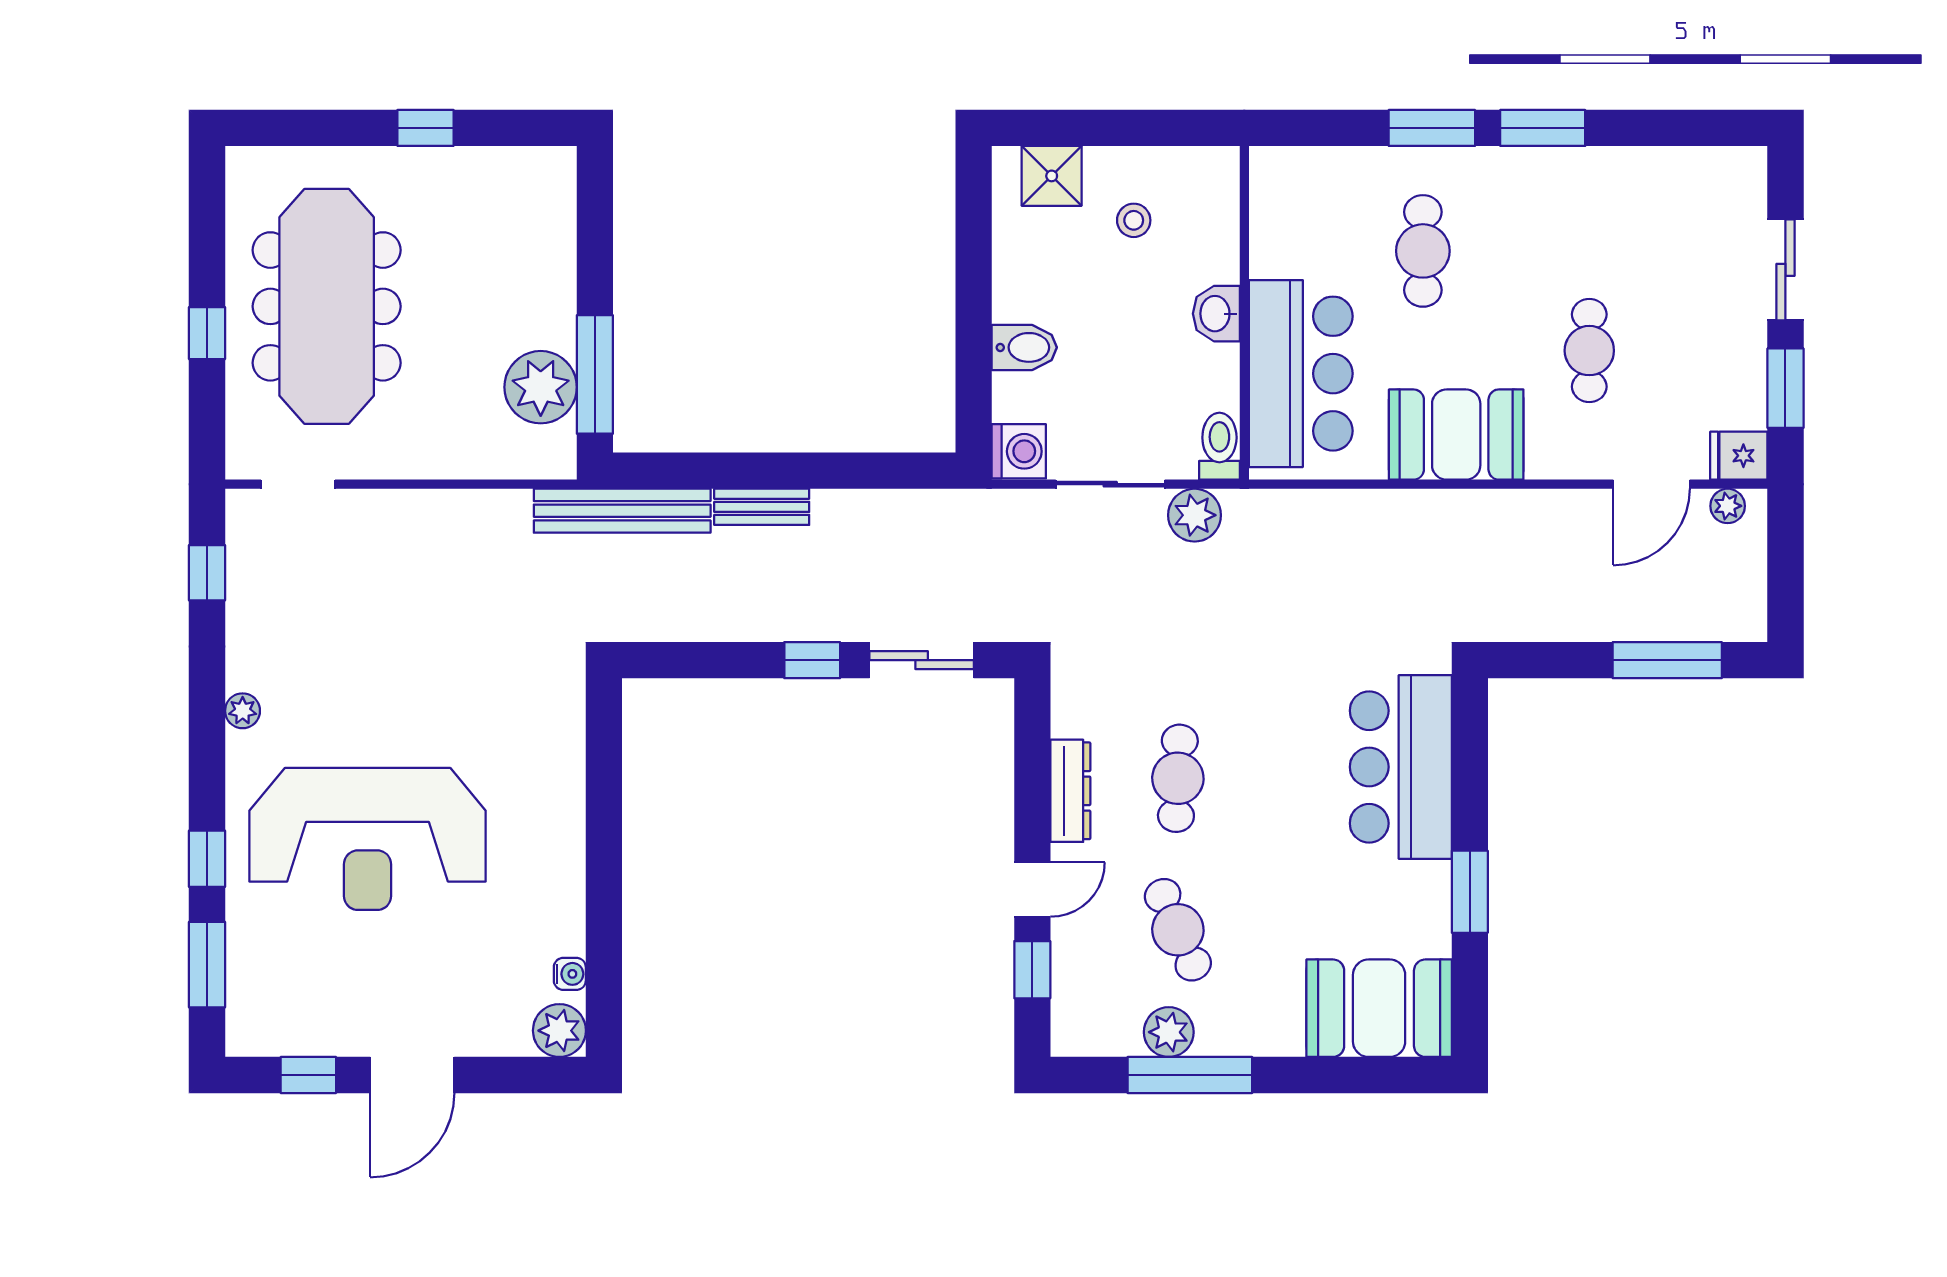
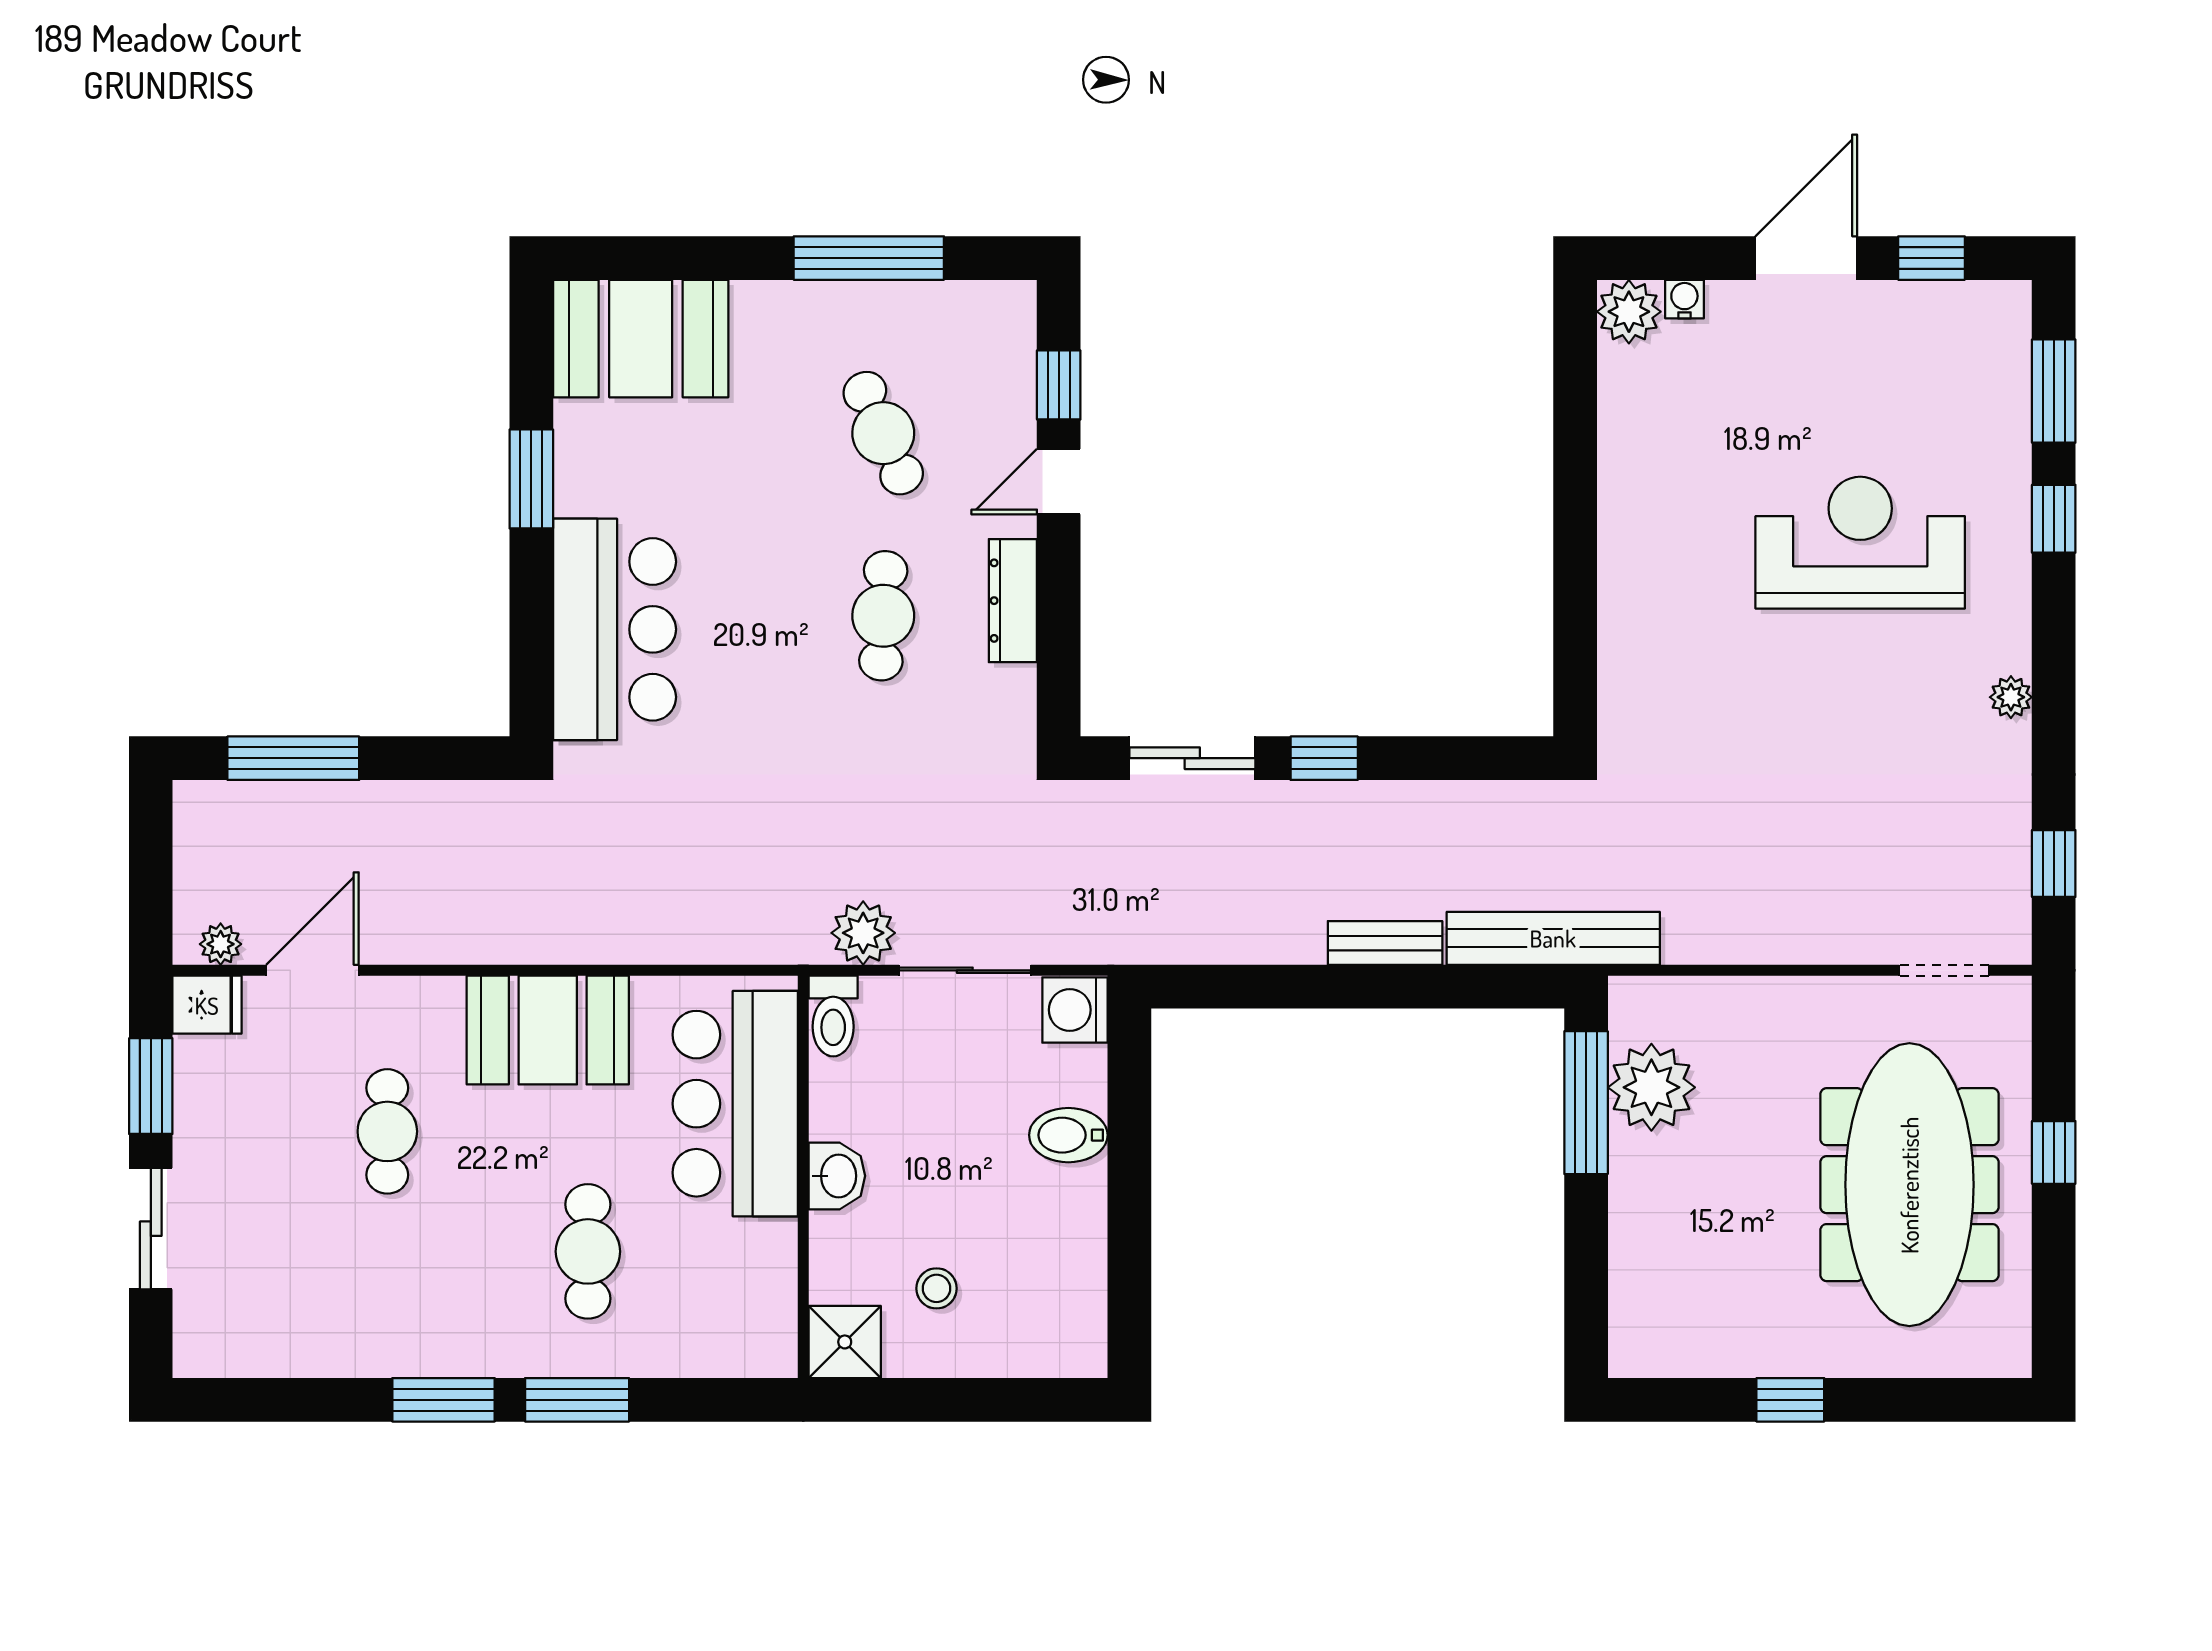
shower: (1052, 176) -> (845, 1342), moved
reception desk: (368, 839) -> (1860, 543), width x0.74, depth x0.77
water cooler: (570, 974) -> (1684, 299), moved, turned 90
plant: (1169, 1032) -> (894, 310), removed

